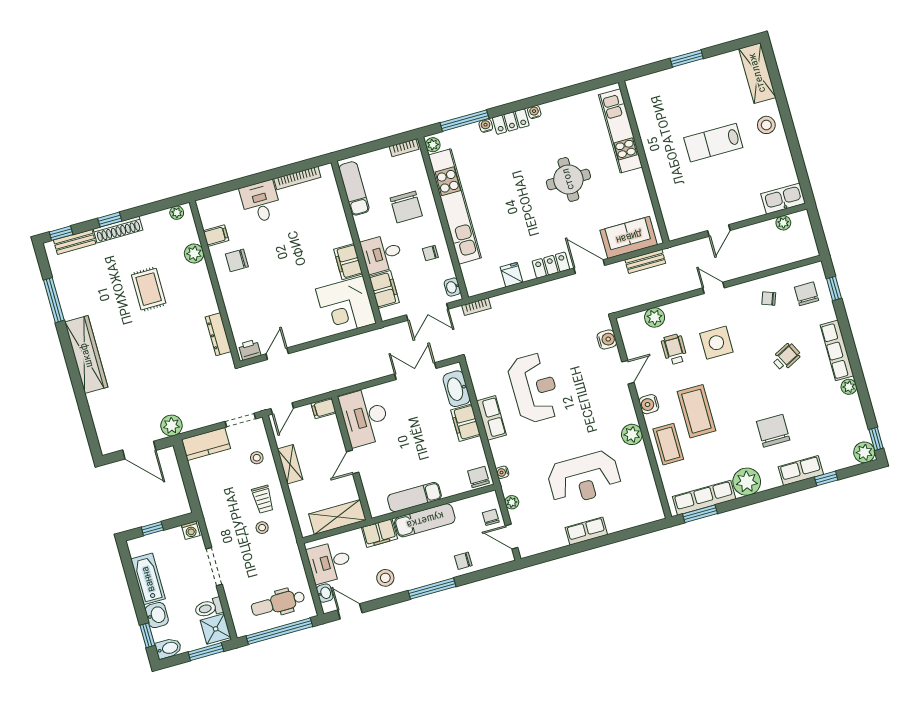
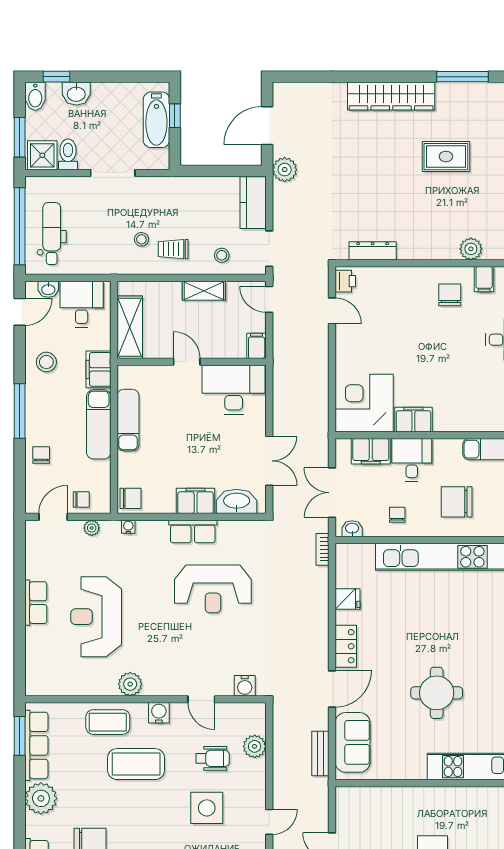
rug: (149, 289) -> (446, 157), moved
washing machine: (191, 530) -> (161, 158), removed
bathtub: (148, 579) -> (156, 120), moved, turned 90

